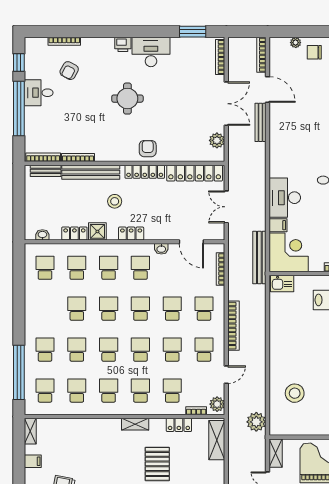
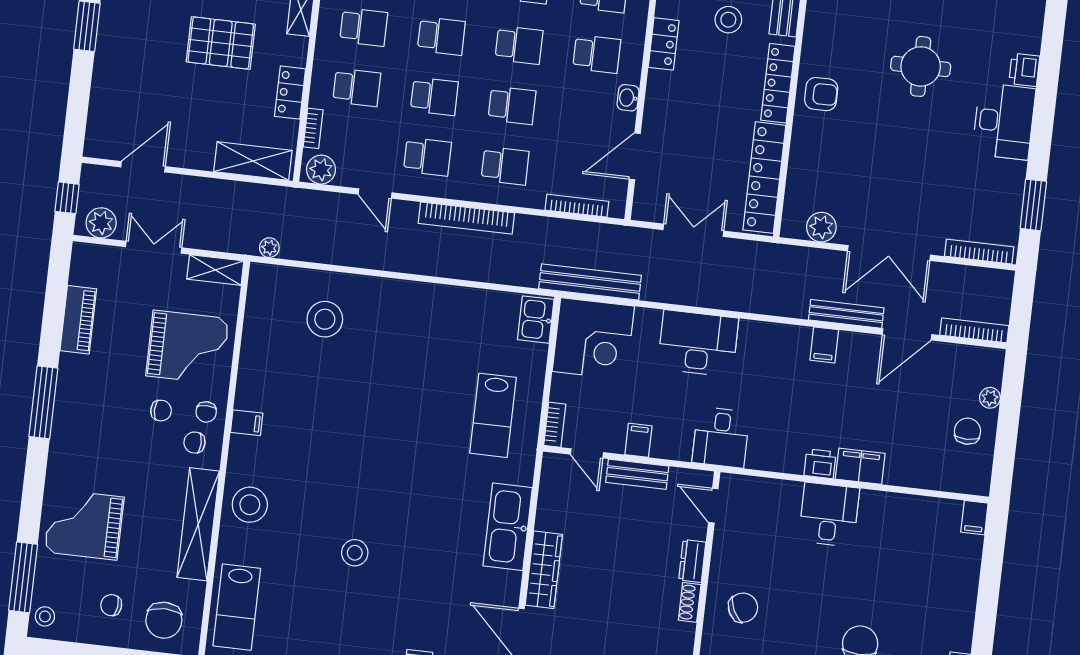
filing cabinet: (278, 225) -> (824, 345), moved
plant: (256, 422) -> (269, 248), width x0.53, depth x0.53

